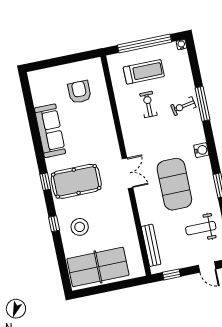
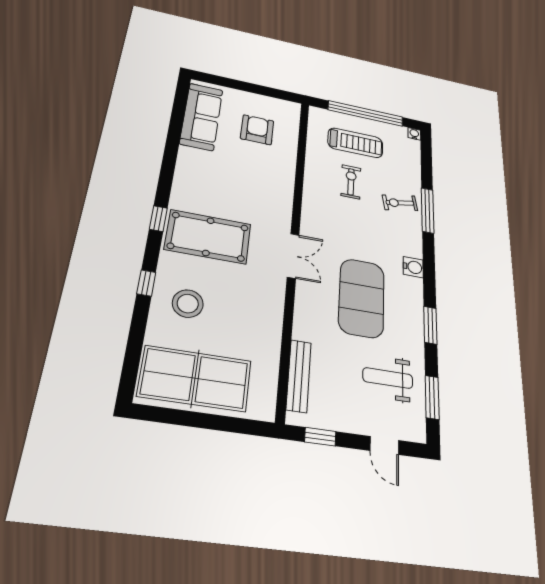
sofa: (50, 131) -> (201, 117), moved

